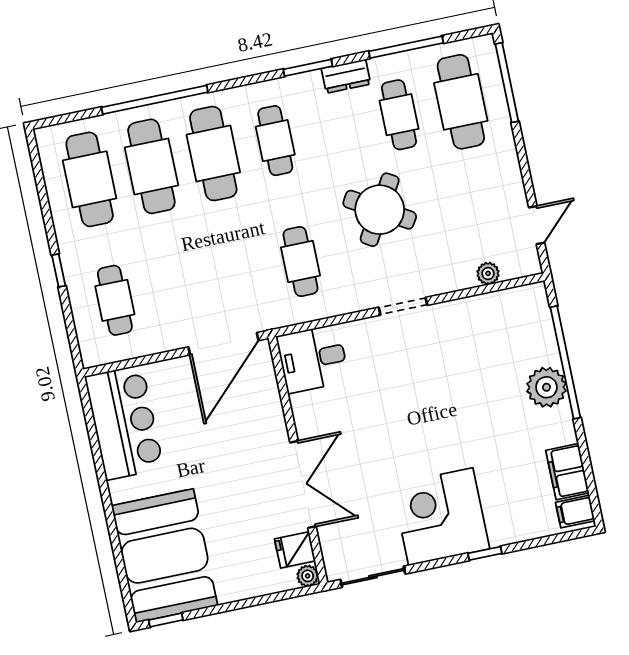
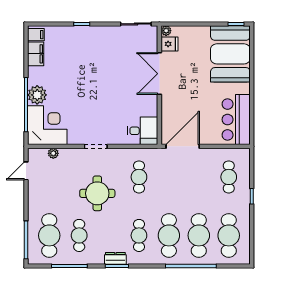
dresser: (346, 76) -> (115, 258), moved
round table: (380, 210) -> (97, 193), turned -31
corner desk: (441, 517) -> (47, 125), moved, turned -90

